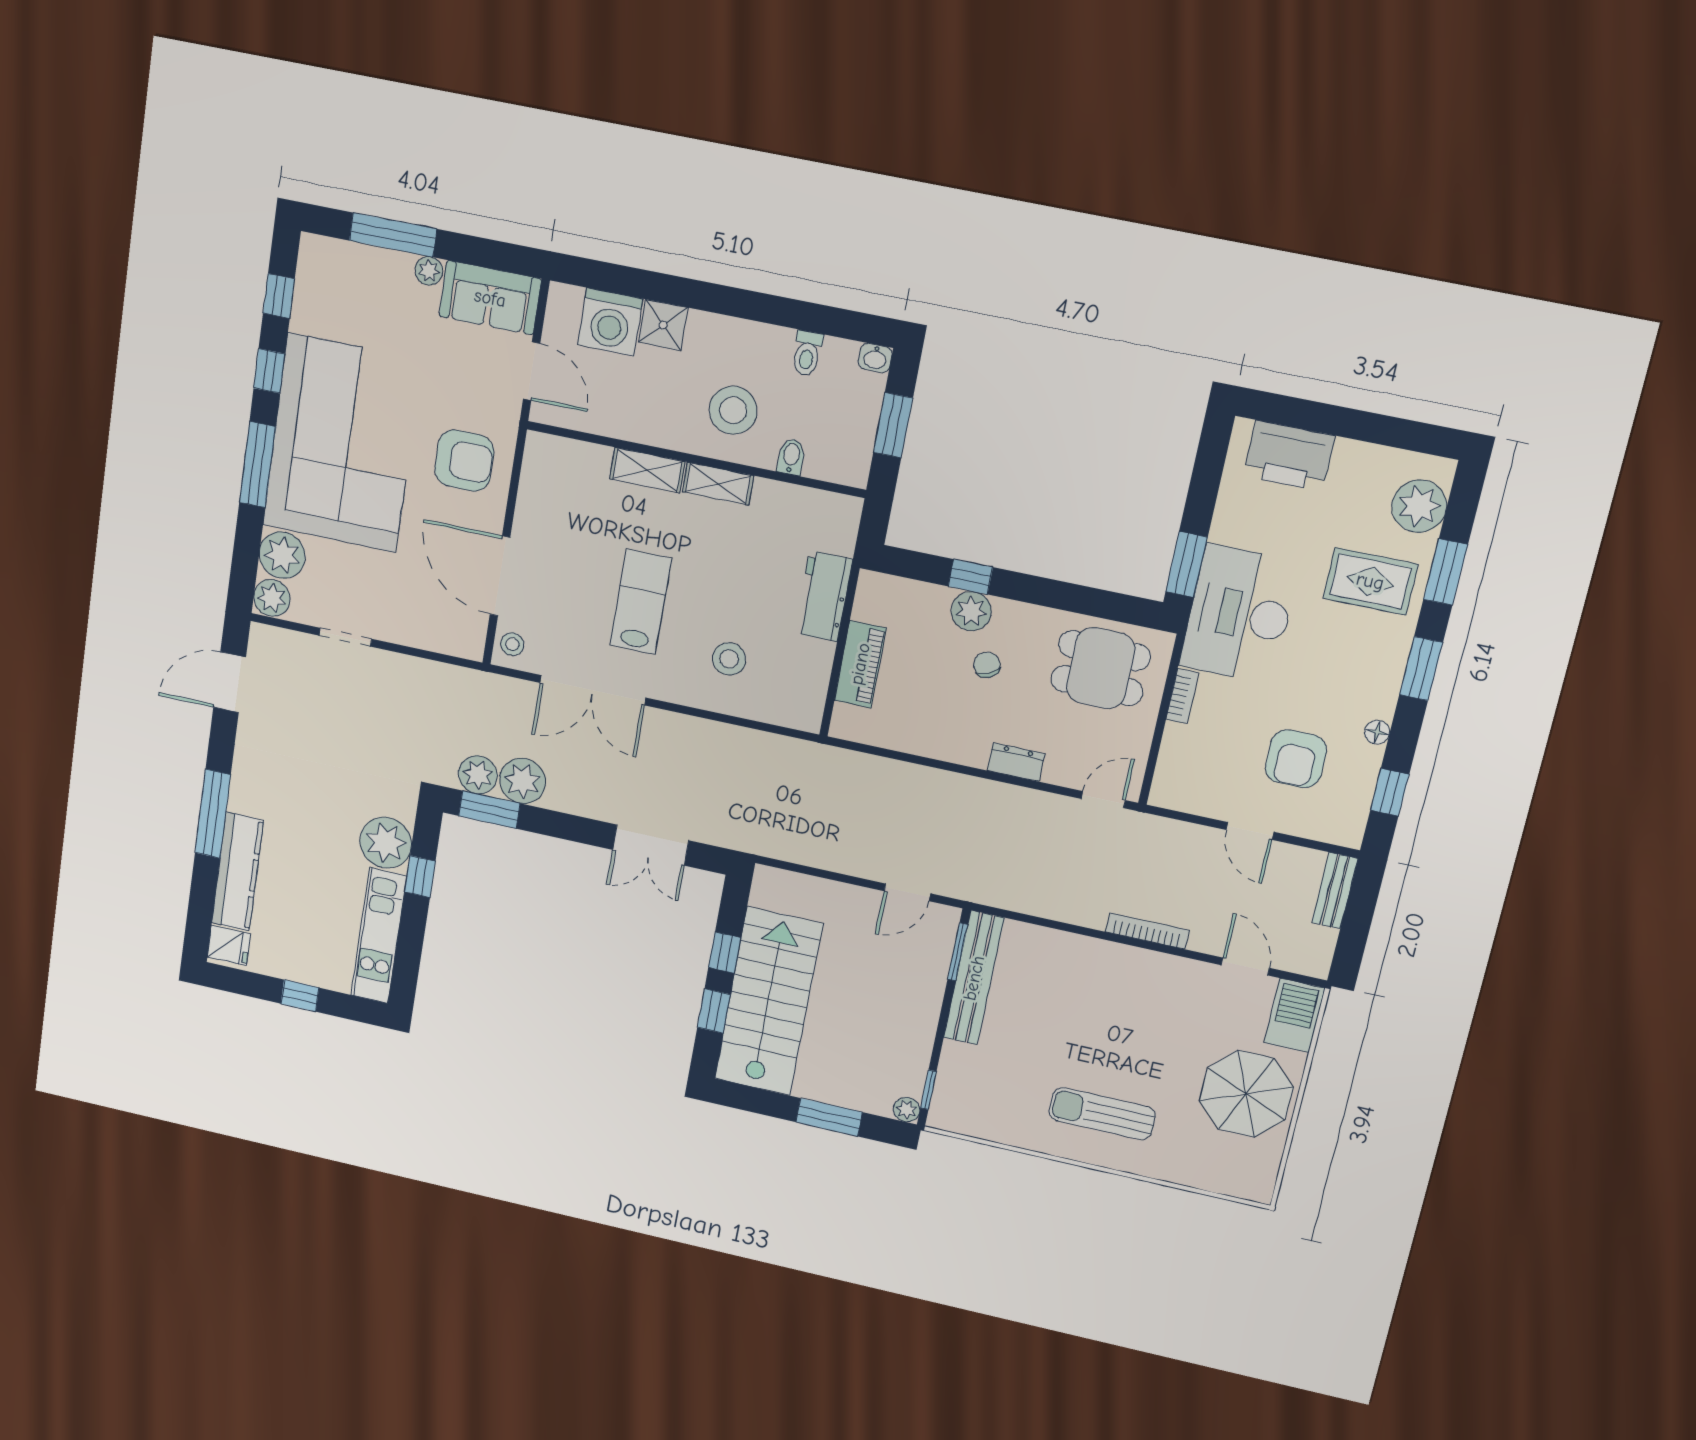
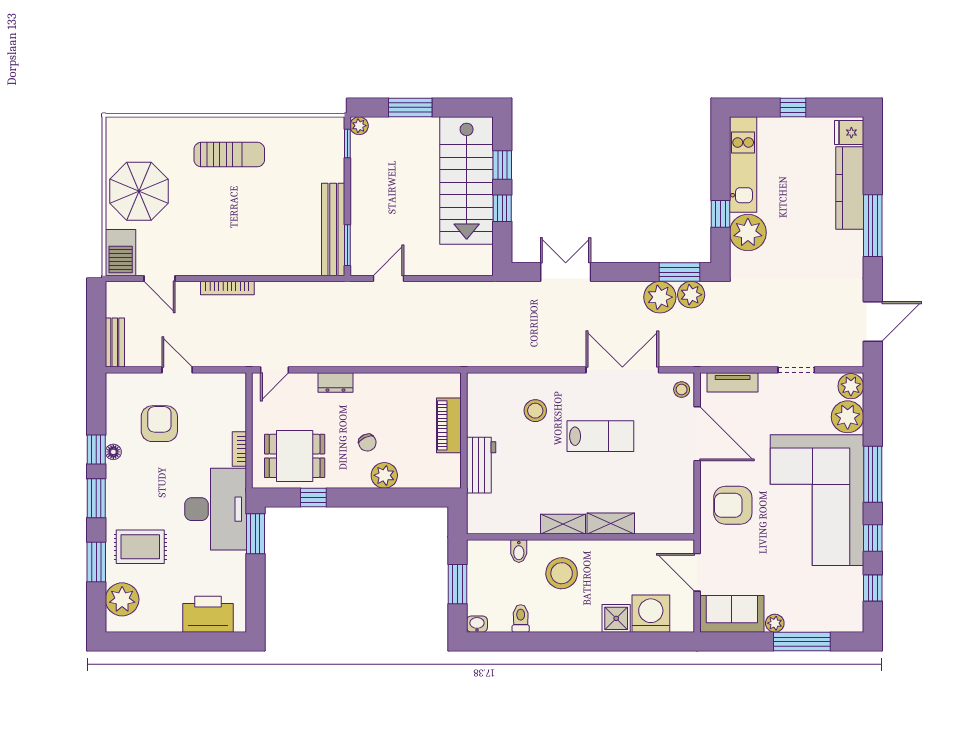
window: (970, 577) -> (313, 498), moved
lab bench: (641, 602) -> (600, 436), turned -90
tv unit: (438, 639) -> (733, 382), added
window: (1390, 792) -> (96, 449), moved

